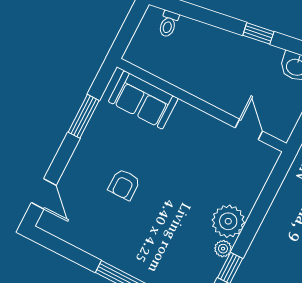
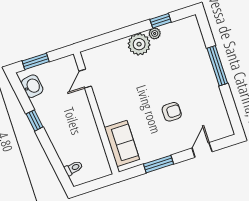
door: (44, 194) -> (202, 150), moved

